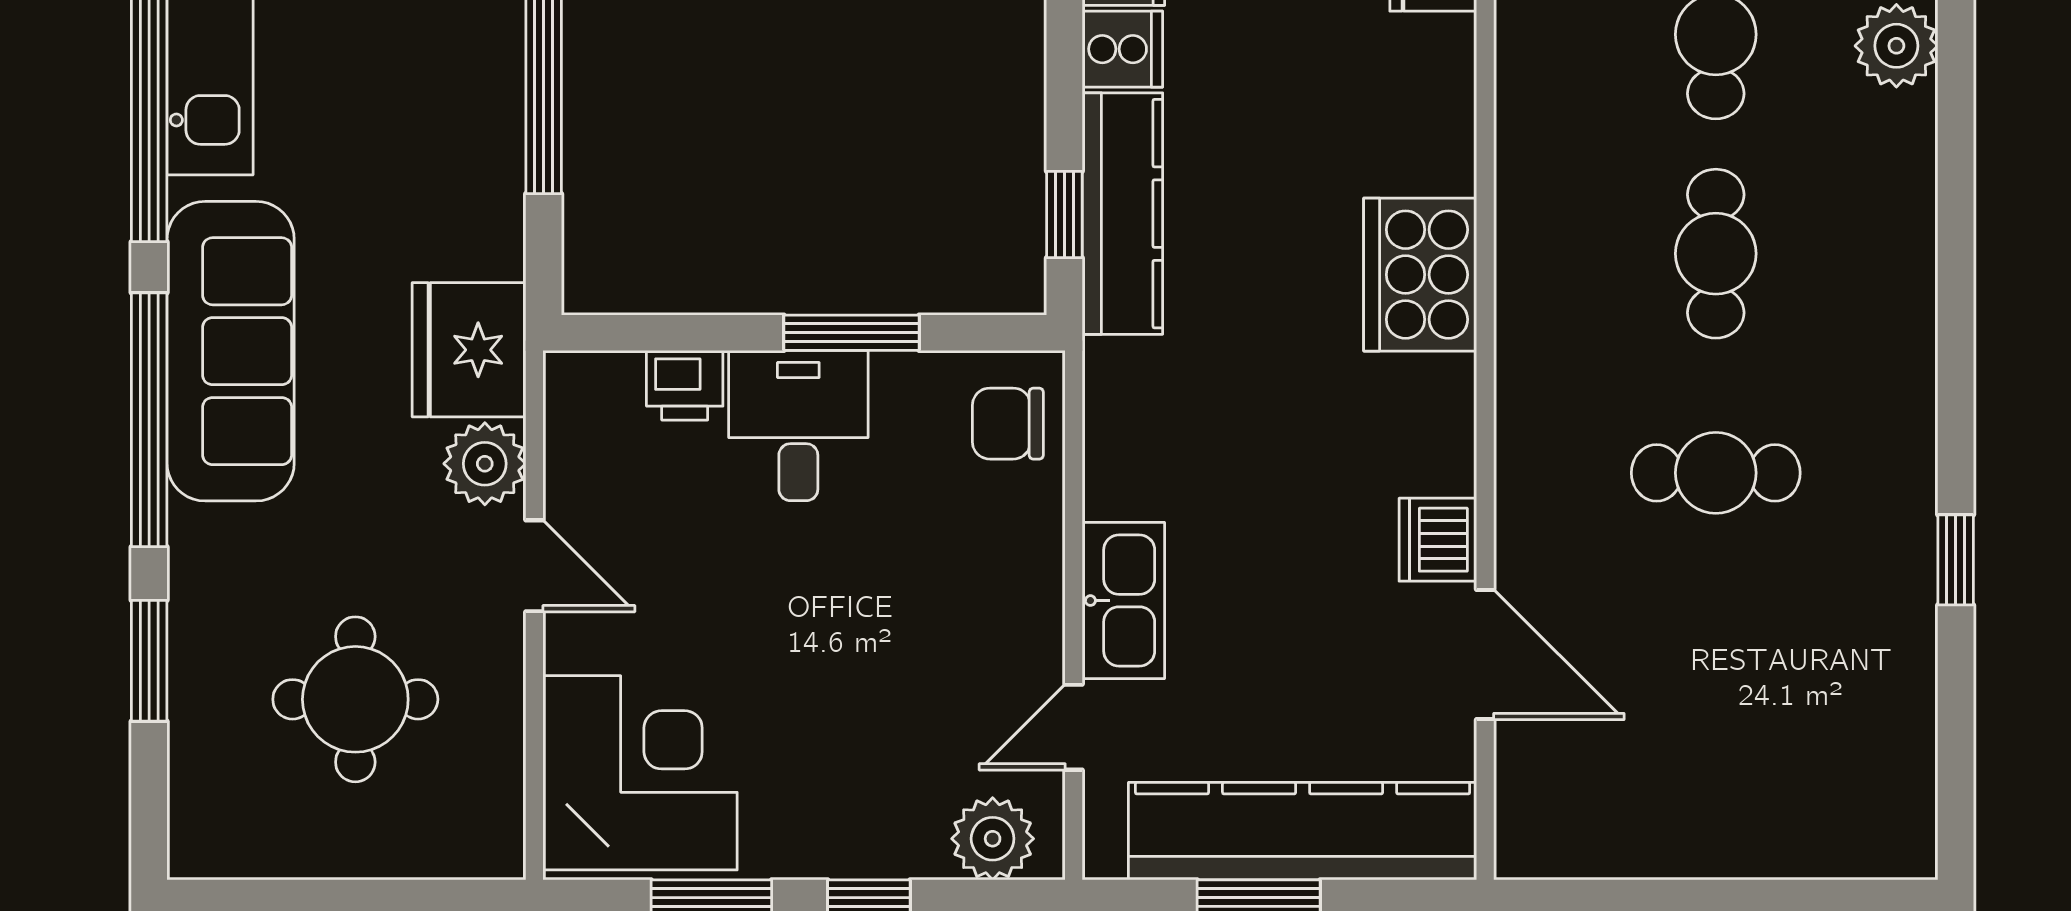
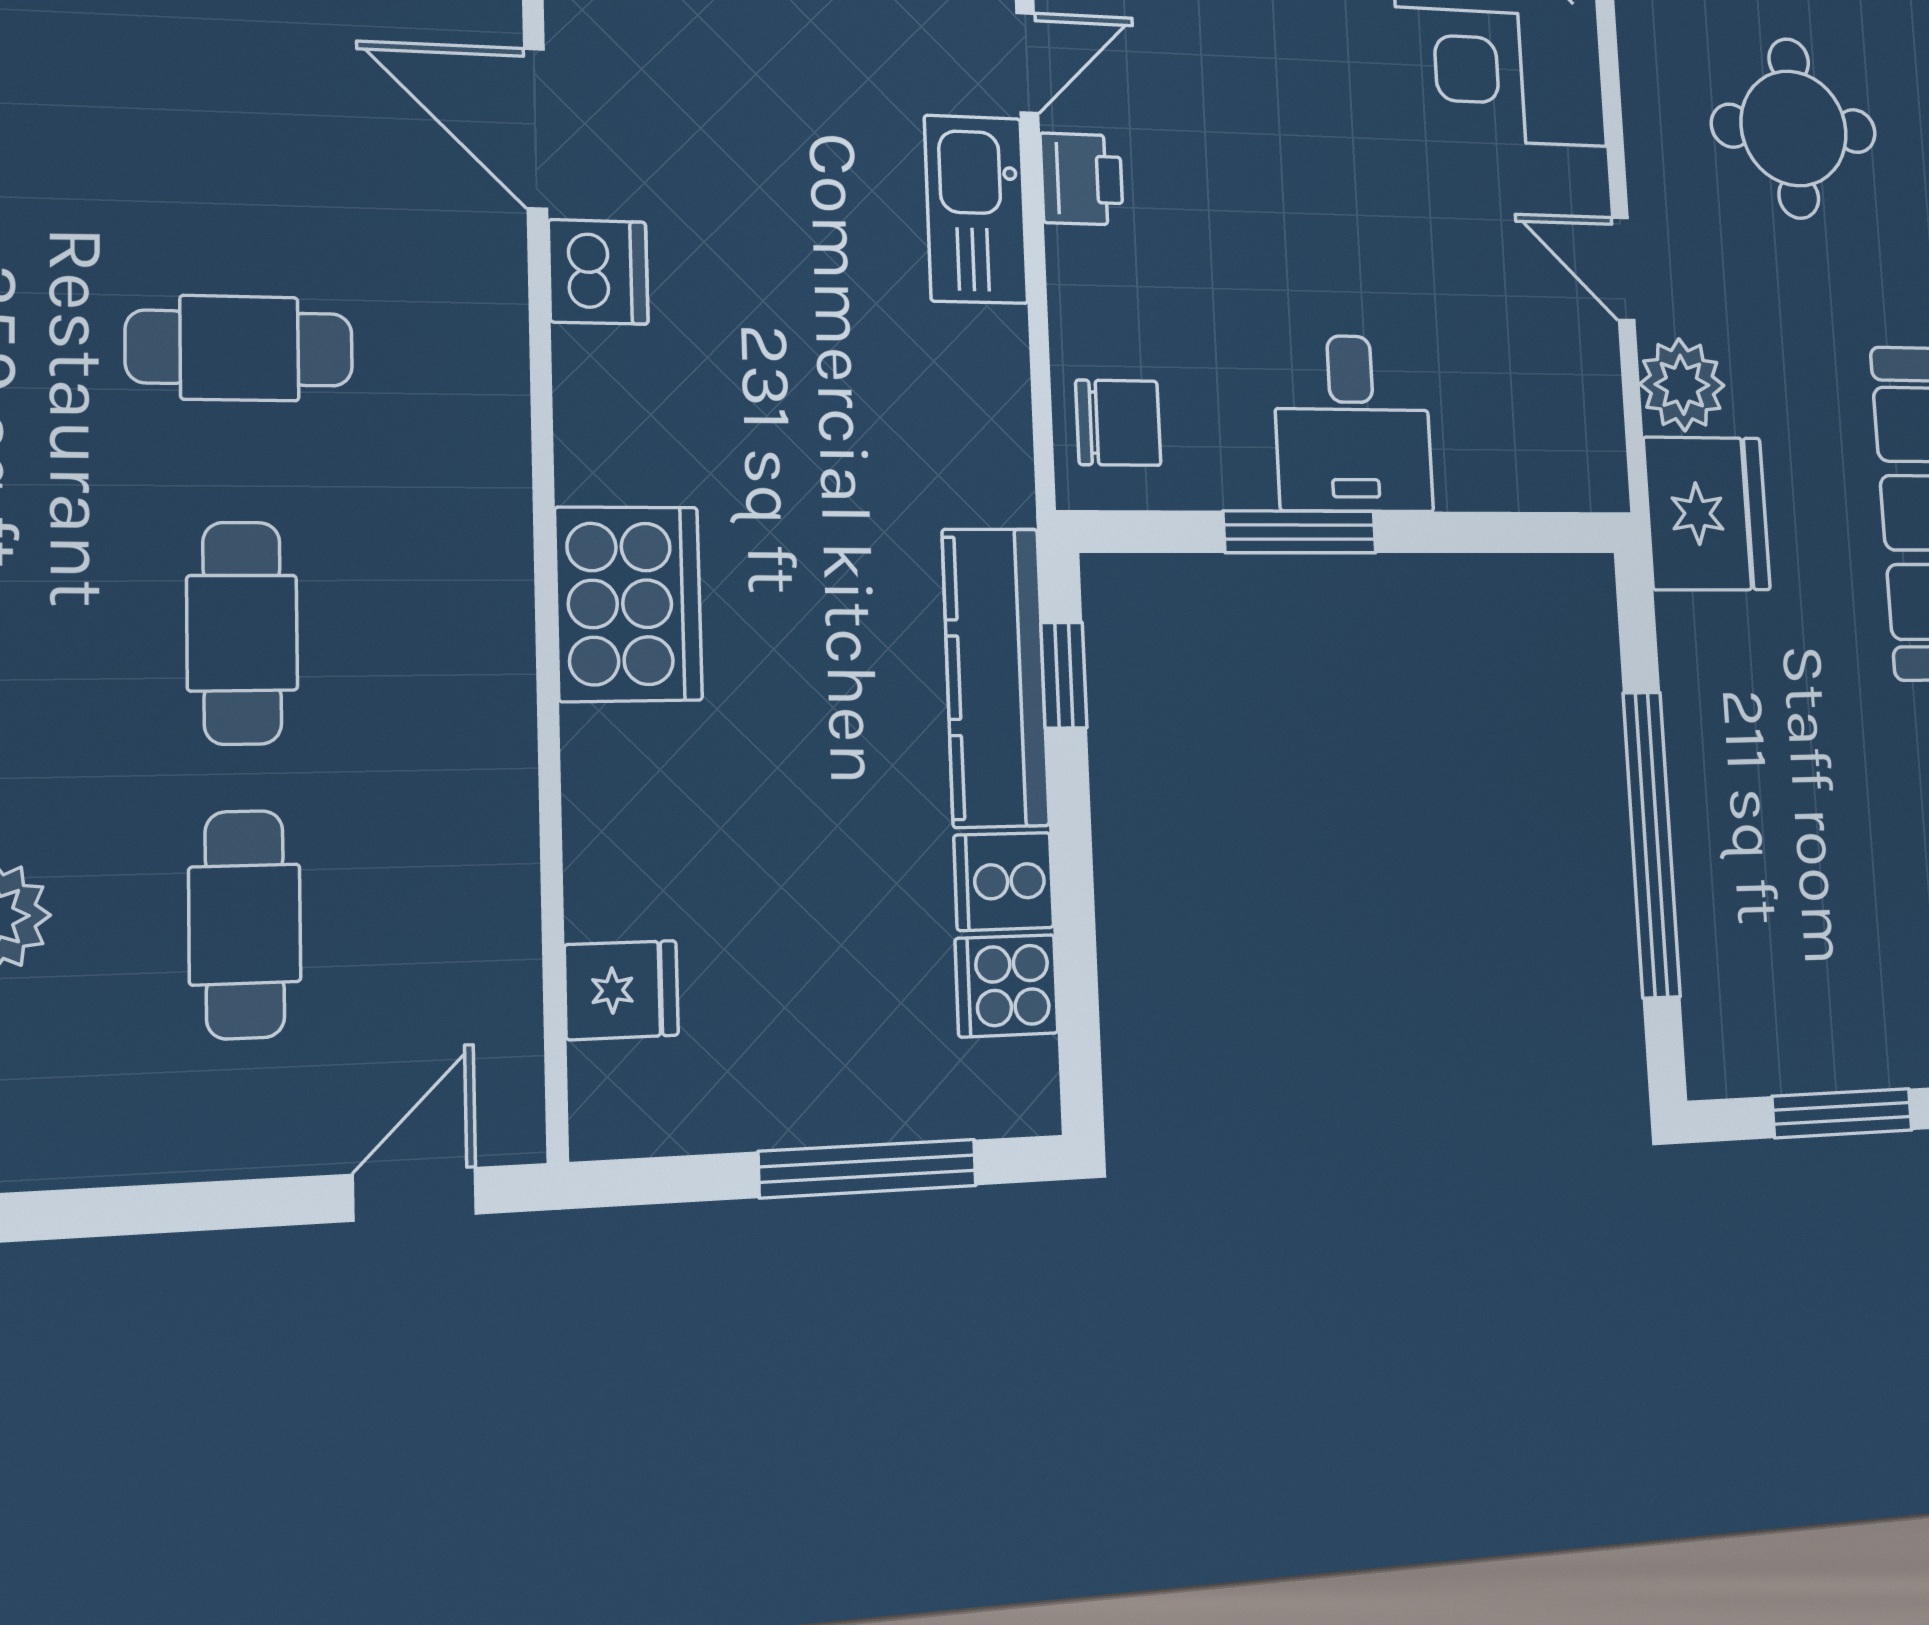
printer: (685, 385) -> (1082, 179), moved, turned 90

